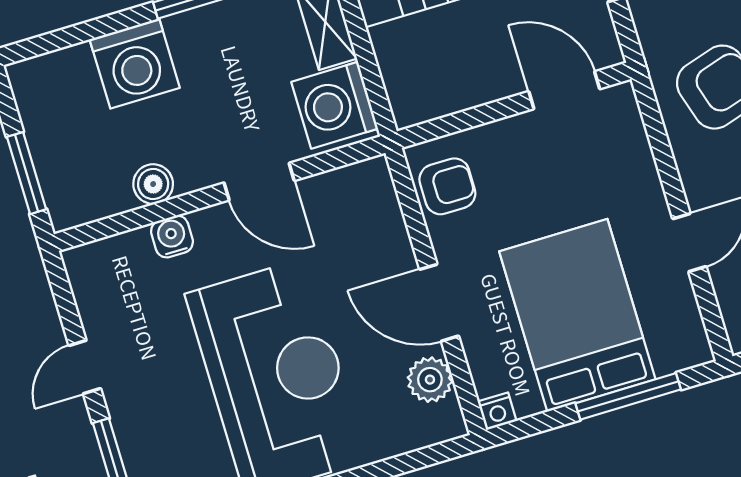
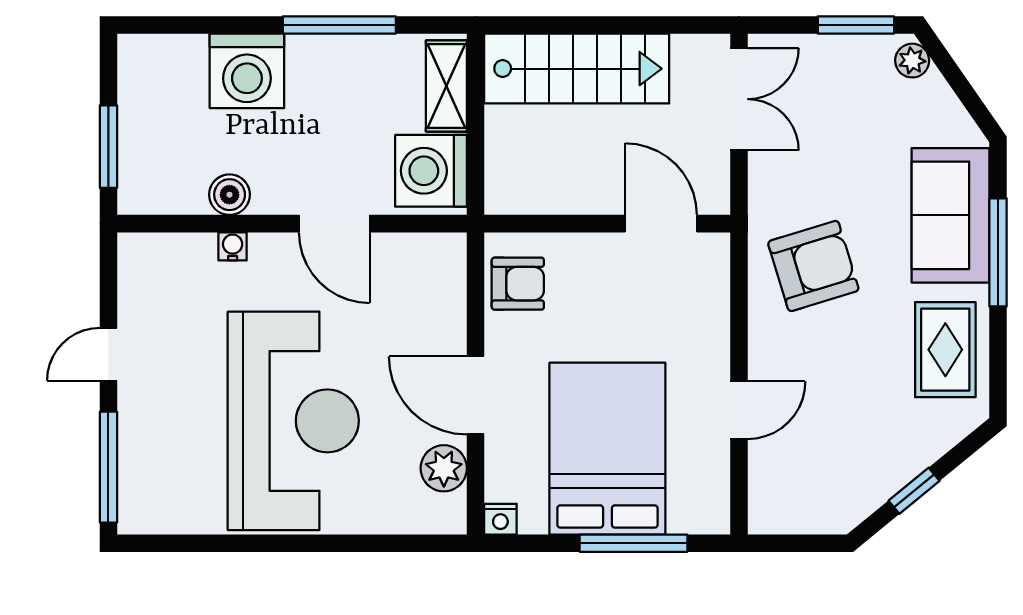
water cooler: (172, 237) -> (233, 246), width x0.72, depth x0.72

